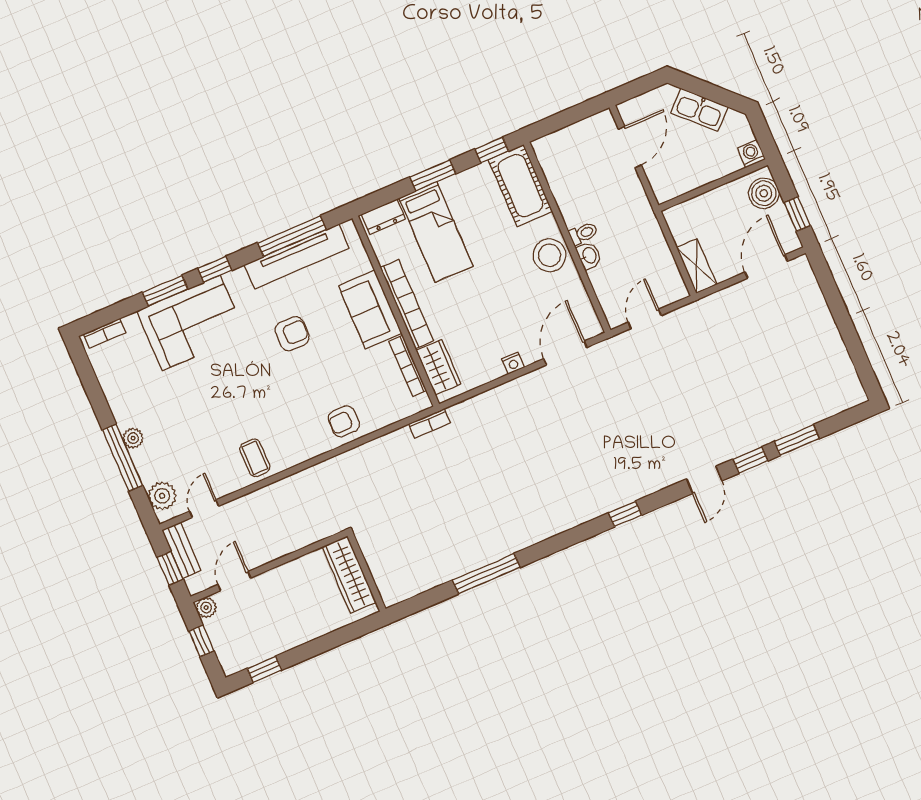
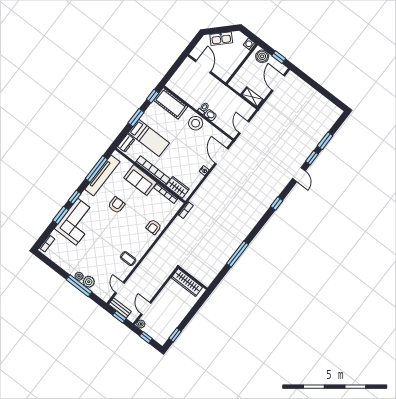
plant: (162, 496) -> (89, 282), moved

